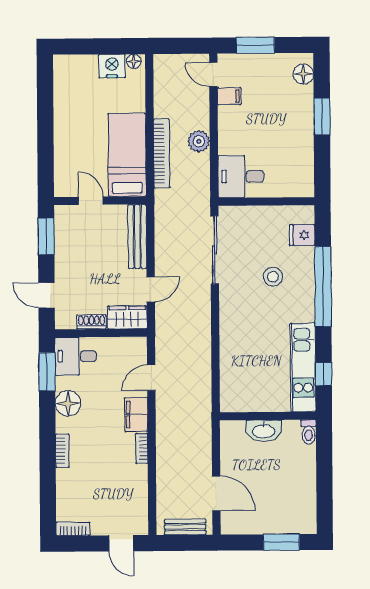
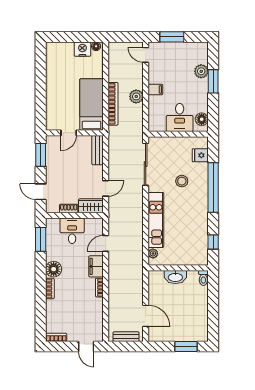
floor lamp: (303, 74) -> (202, 119), moved
filing cabinet: (229, 96) -> (155, 90), moved
plant: (303, 100) -> (201, 71), added
desk: (241, 176) -> (180, 118), moved, turned -90
door: (91, 201) -> (69, 133), swing flipped
bench: (137, 236) -> (98, 150), width x0.73
desk: (76, 356) -> (72, 231), moved, turned 90
kitchen unit: (303, 367) -> (156, 220), moved, turned 180
plant: (227, 393) -> (153, 253), added
floor lamp: (68, 403) -> (54, 269), moved

